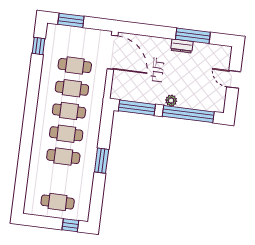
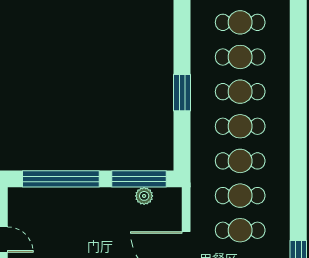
plant: (171, 101) -> (144, 196), moved
cafe table: (60, 179) -> (240, 57), added

